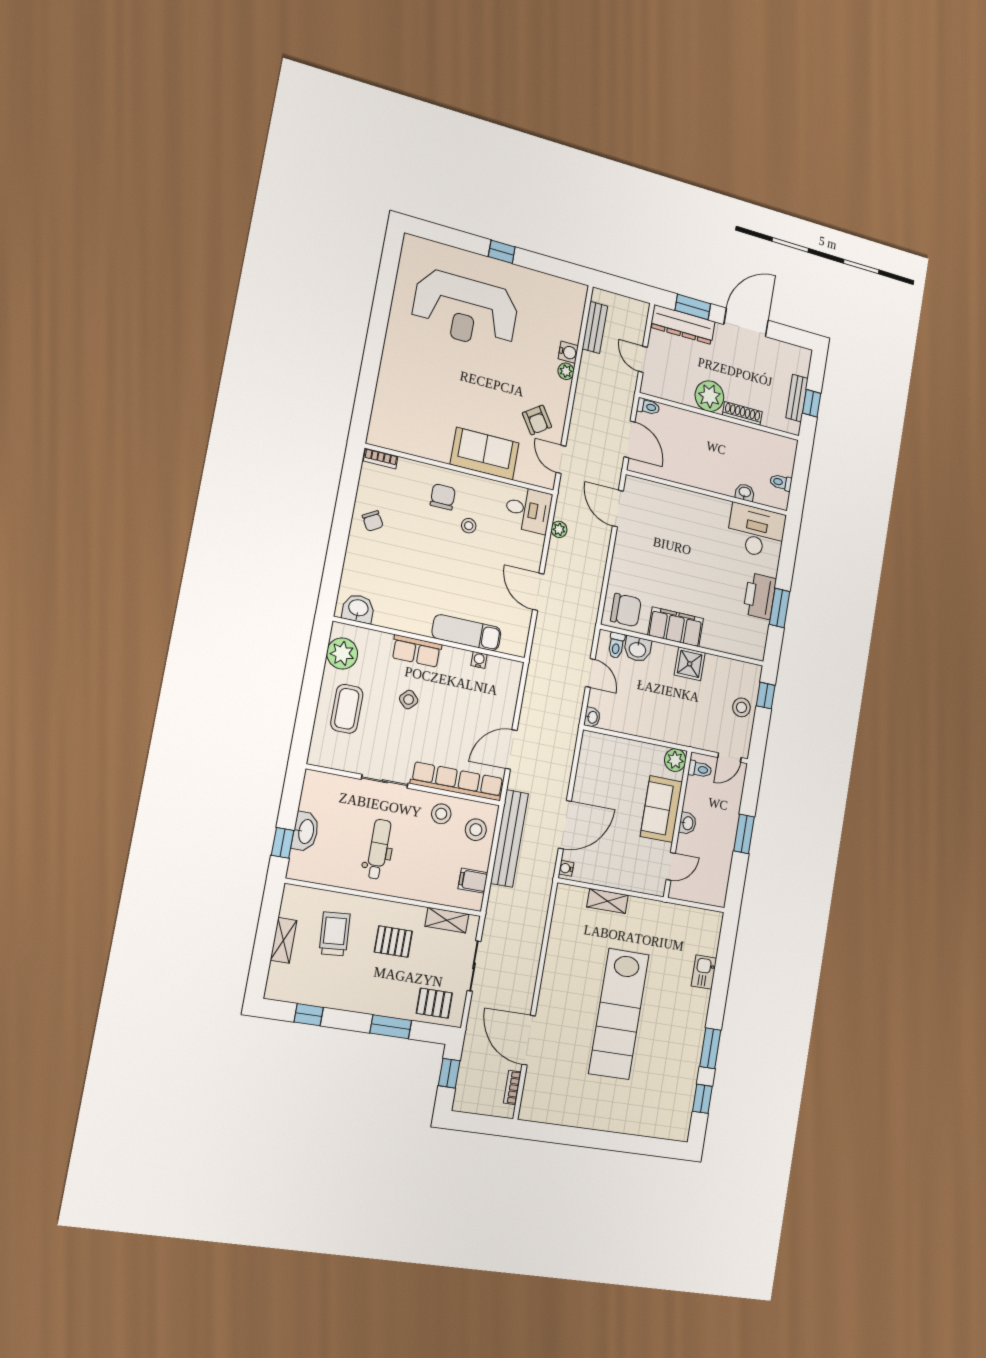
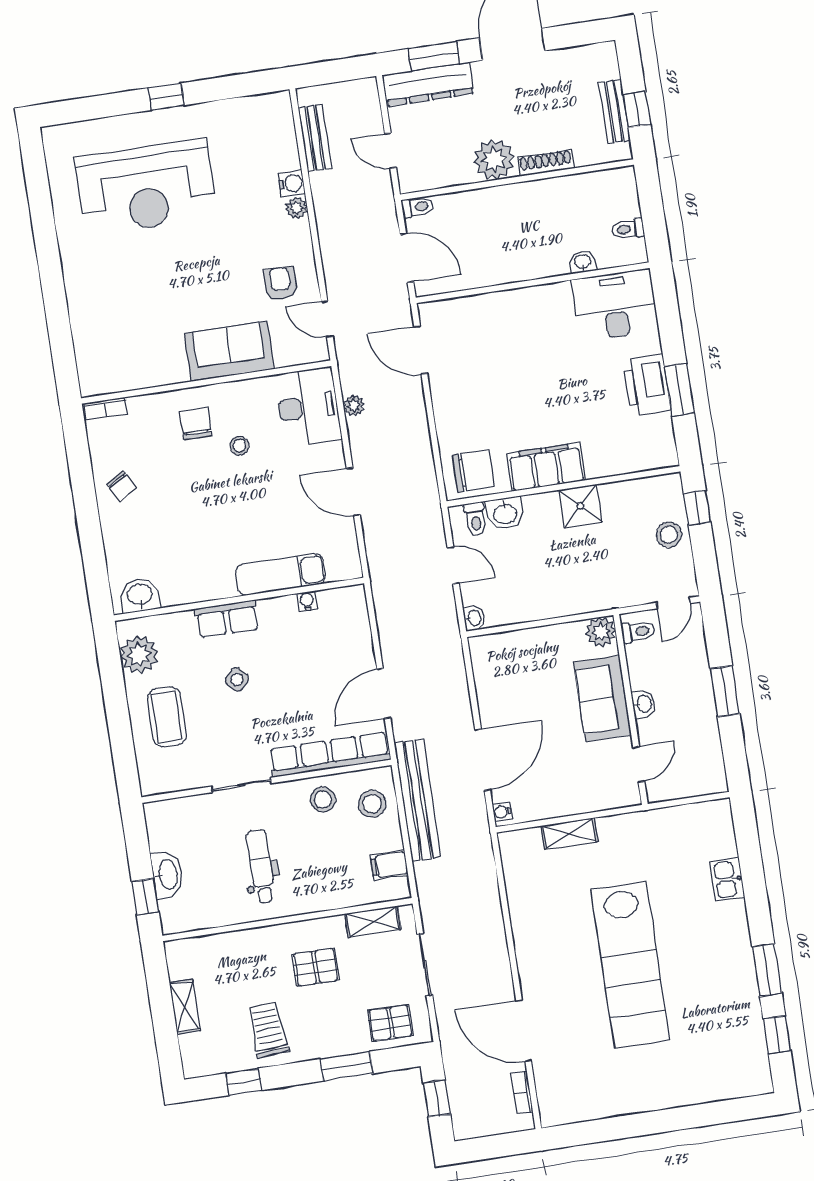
armchair: (537, 420) -> (280, 283), turned -146
desk: (528, 510) -> (308, 407), width x1.37
trolley: (335, 934) -> (268, 1030), moved

